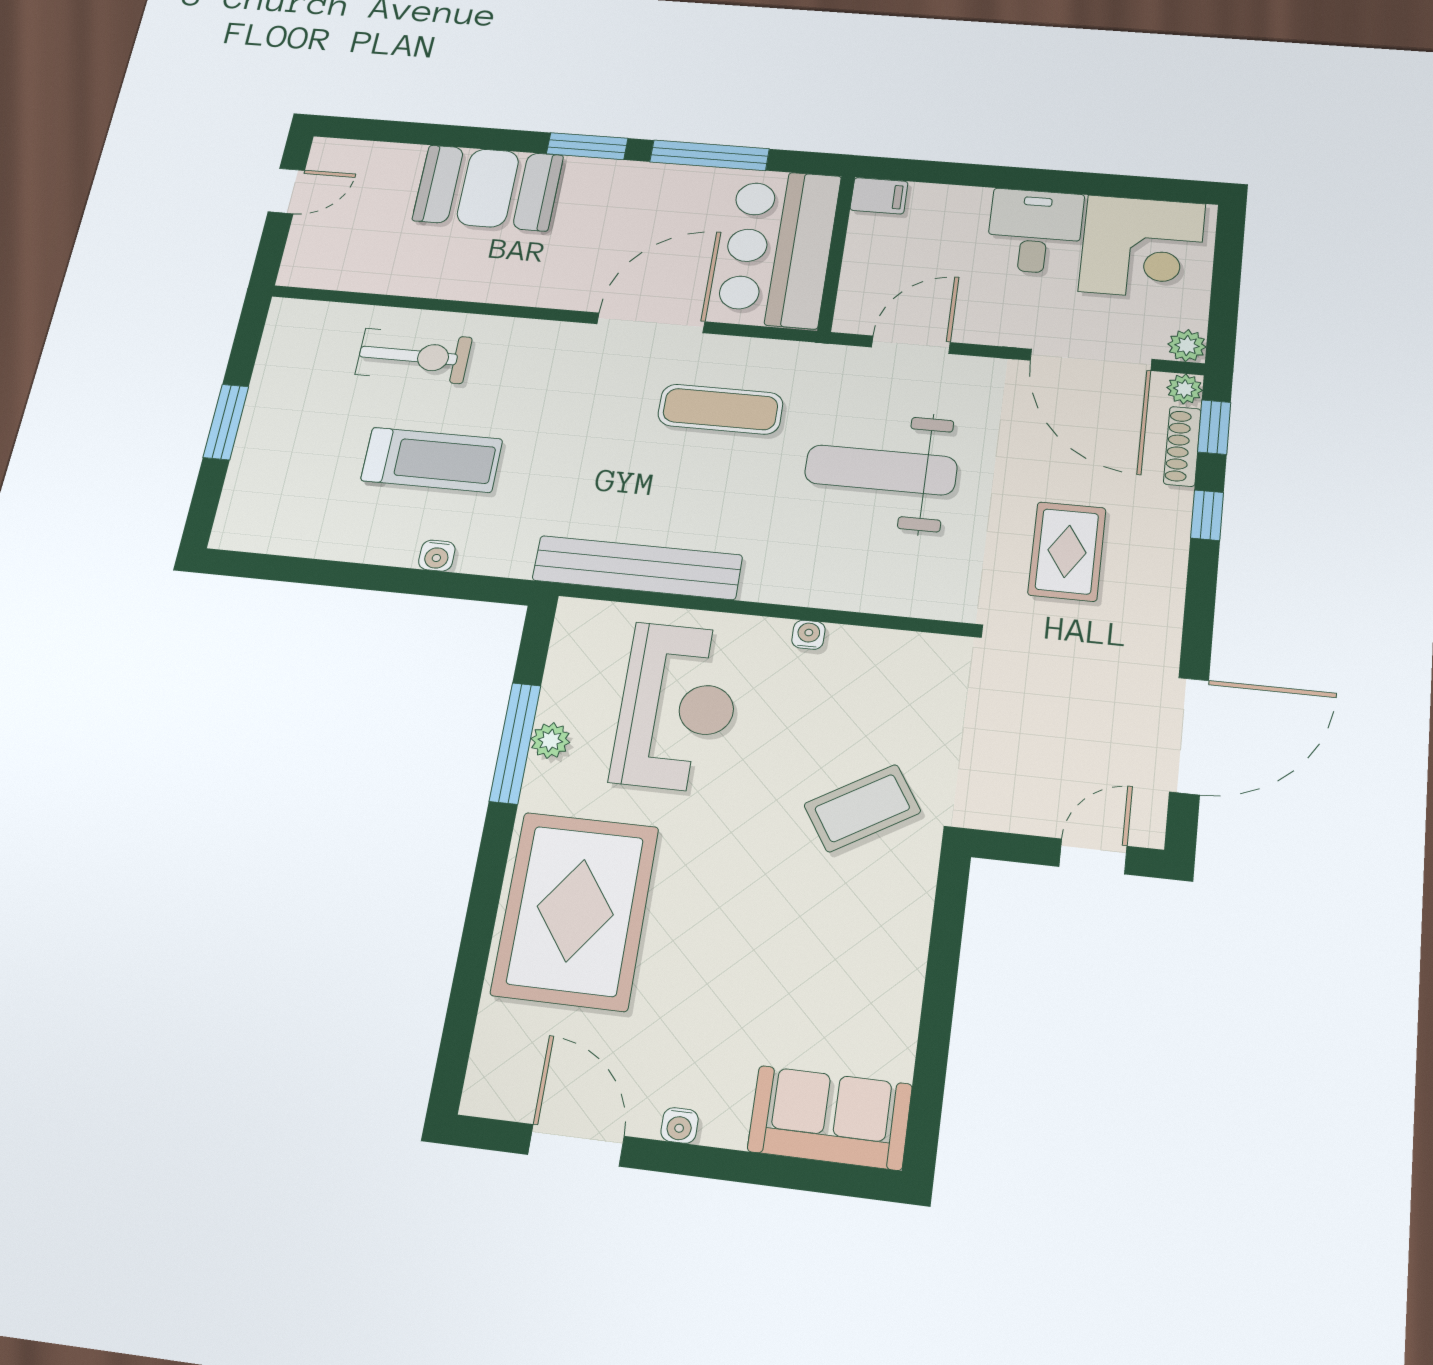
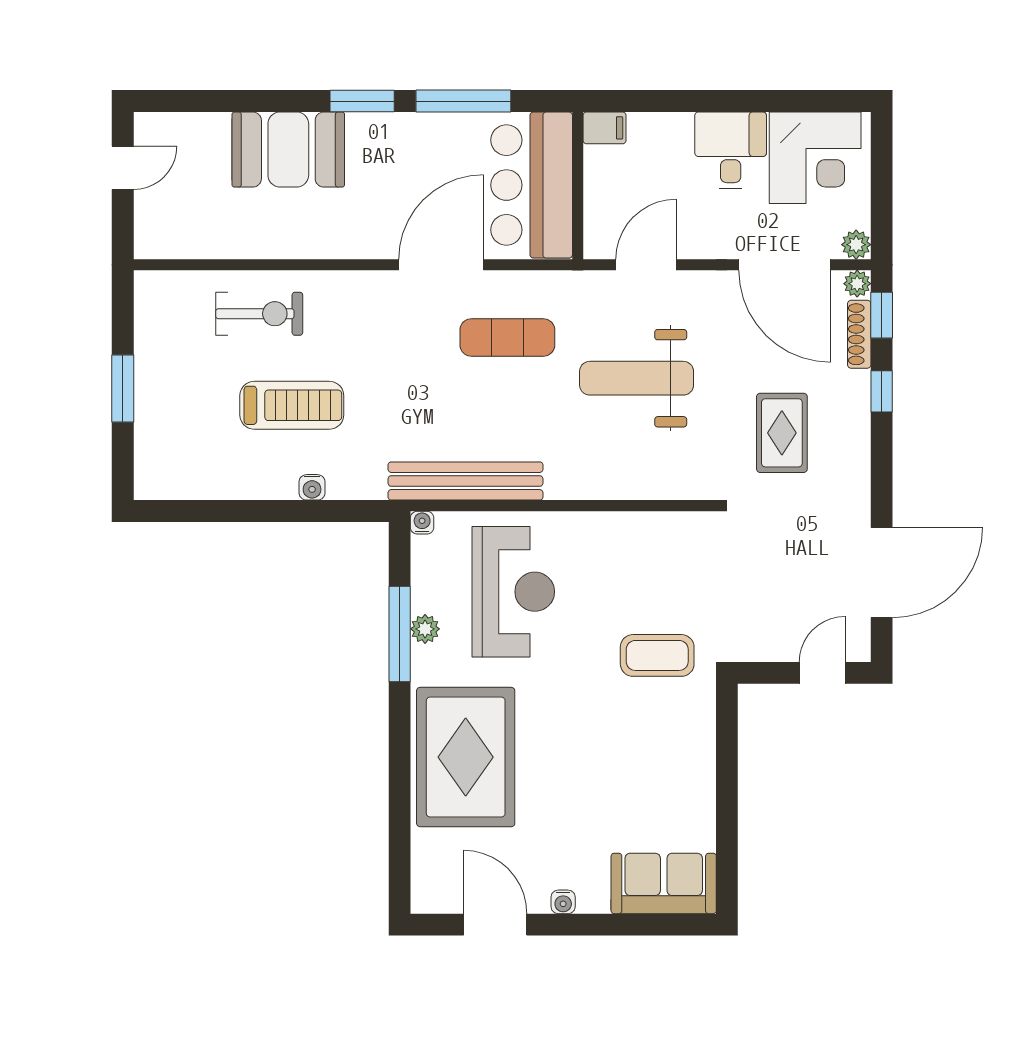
water cooler: (808, 635) -> (422, 523), moved
coffee table: (862, 808) -> (657, 655), turned 32

